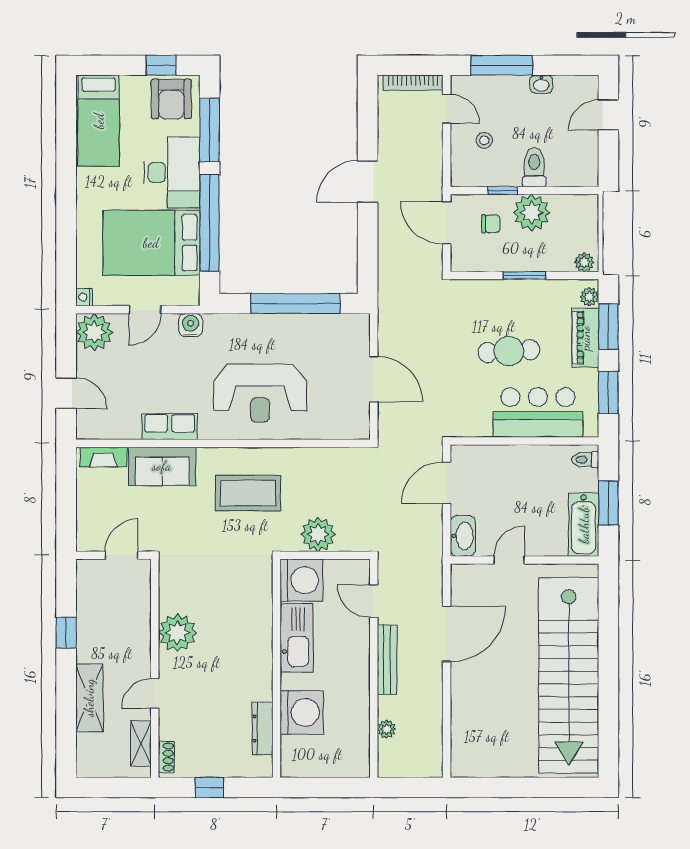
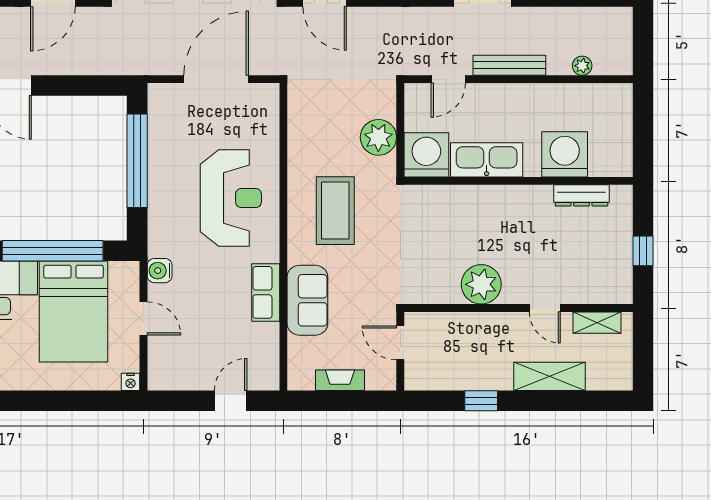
plant: (94, 332) -> (167, 371), removed
door: (374, 379) -> (216, 79), width x1.36
fireplace: (103, 457) -> (340, 380), moved, turned -90
shoe rack: (166, 757) -> (611, 296), removed

